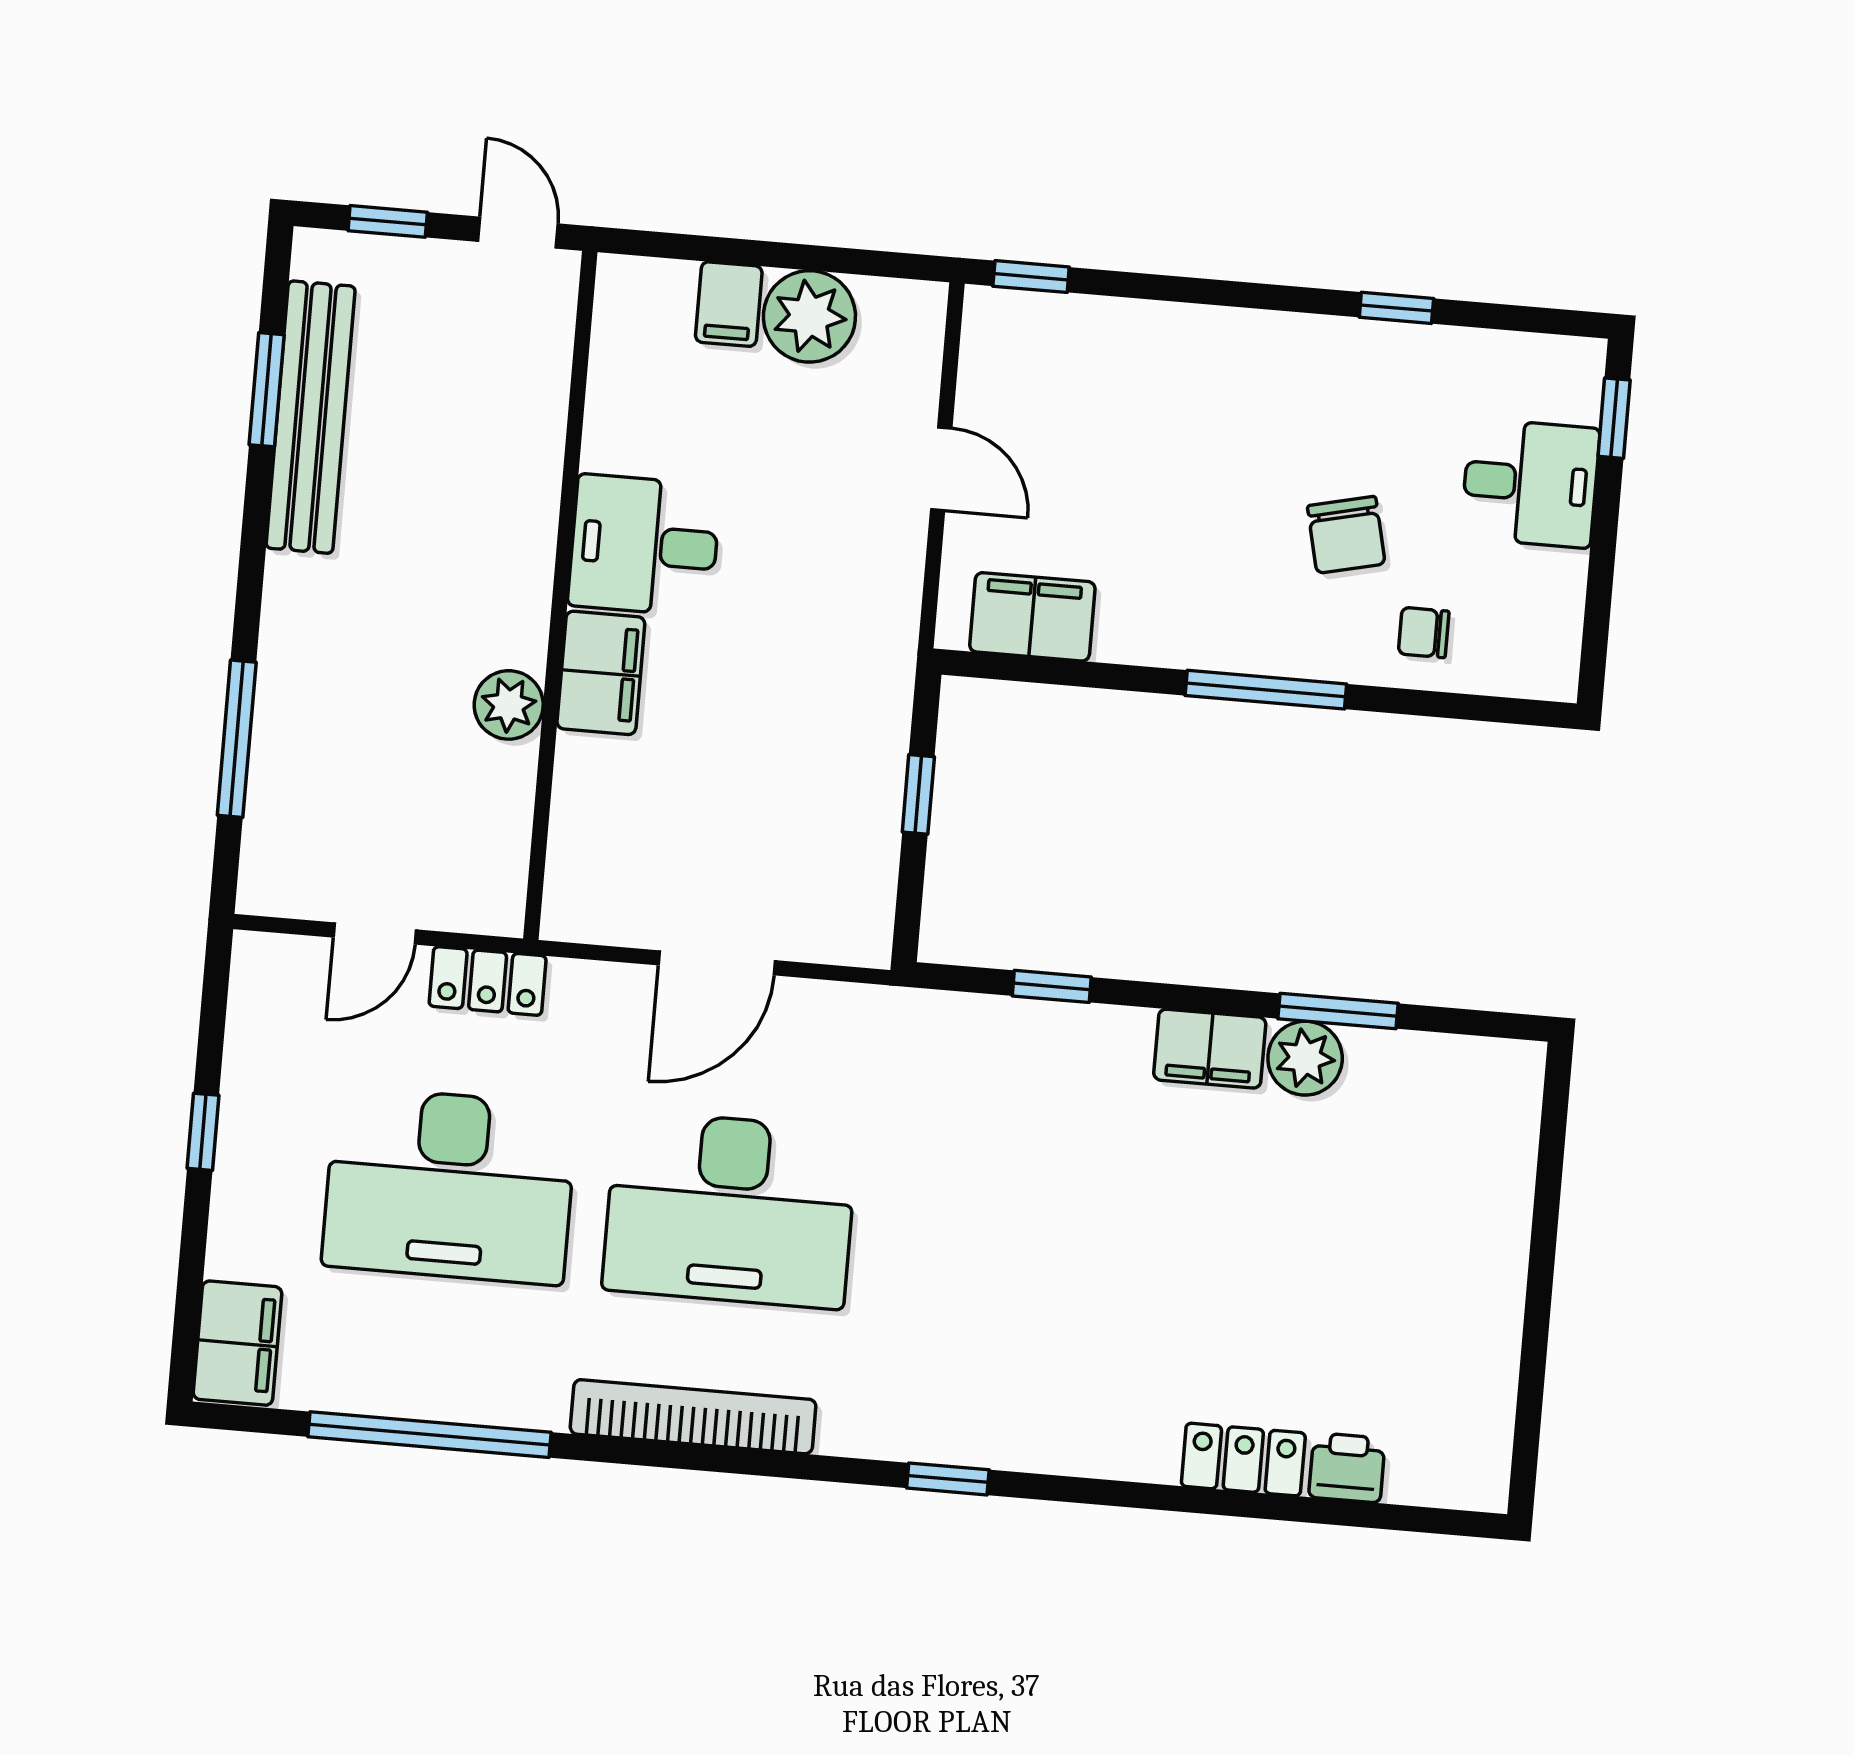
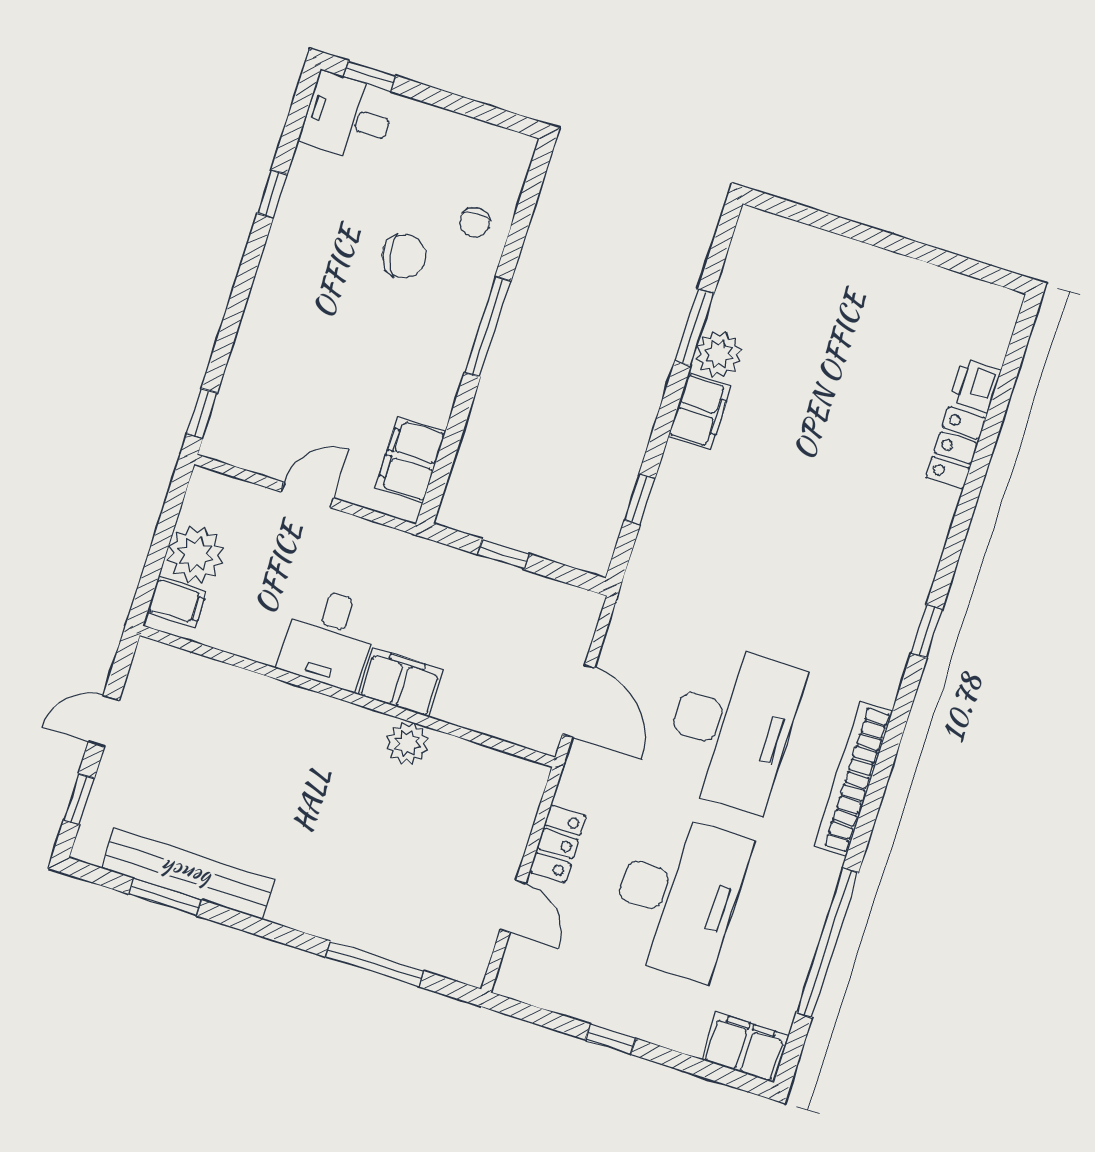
desk: (1530, 483) -> (348, 117), moved, turned -90
desk: (644, 545) -> (329, 638), moved
wall: (560, 595) -> (348, 696), moved
filing cabinet: (601, 673) -> (401, 682), moved
plant: (509, 705) -> (407, 743), moved

